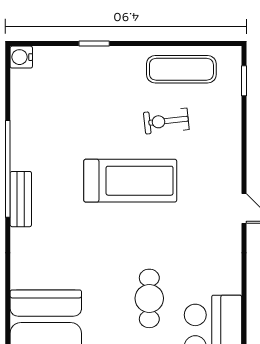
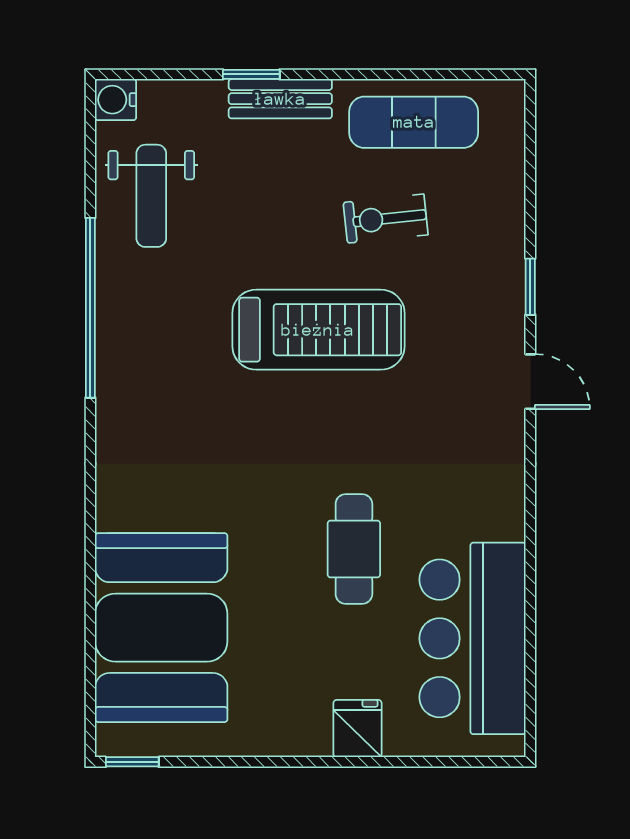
window: (244, 81) -> (530, 287), moved
weight bench: (40, 109) -> (151, 196), added
bench: (21, 199) -> (280, 99), moved, turned 90

